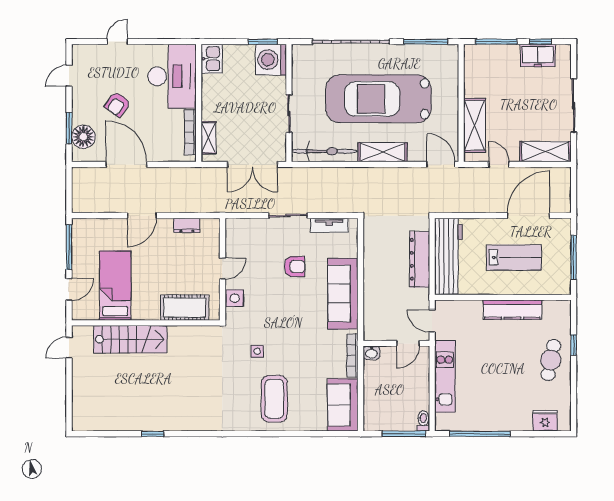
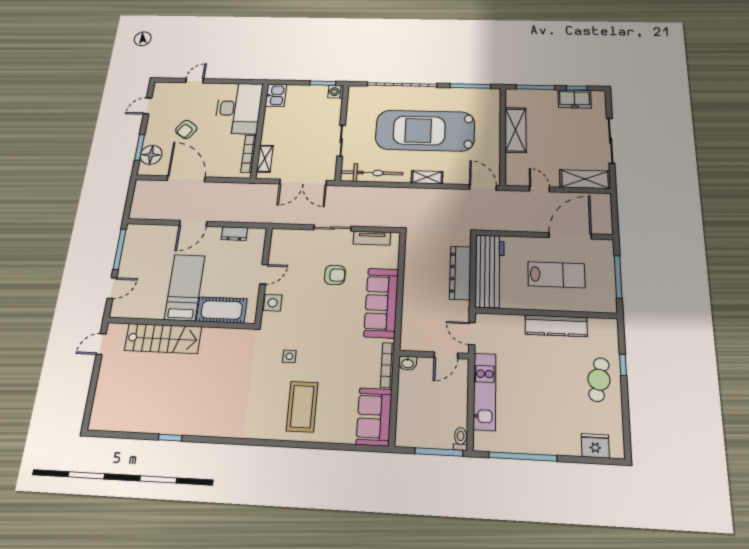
washing machine: (271, 60) -> (336, 92), width x0.53, depth x0.53
shelving: (475, 125) -> (515, 130), moved
shelving: (383, 152) -> (427, 177), width x0.67, depth x0.75
bed: (115, 286) -> (185, 287), moved

